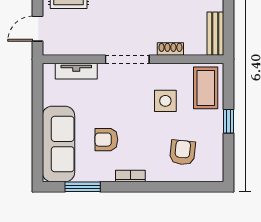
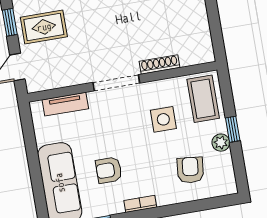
bench: (215, 34) -> (203, 40), removed
shoe rack: (170, 49) -> (159, 64), width x1.43
plant: (215, 132) -> (221, 143), added

